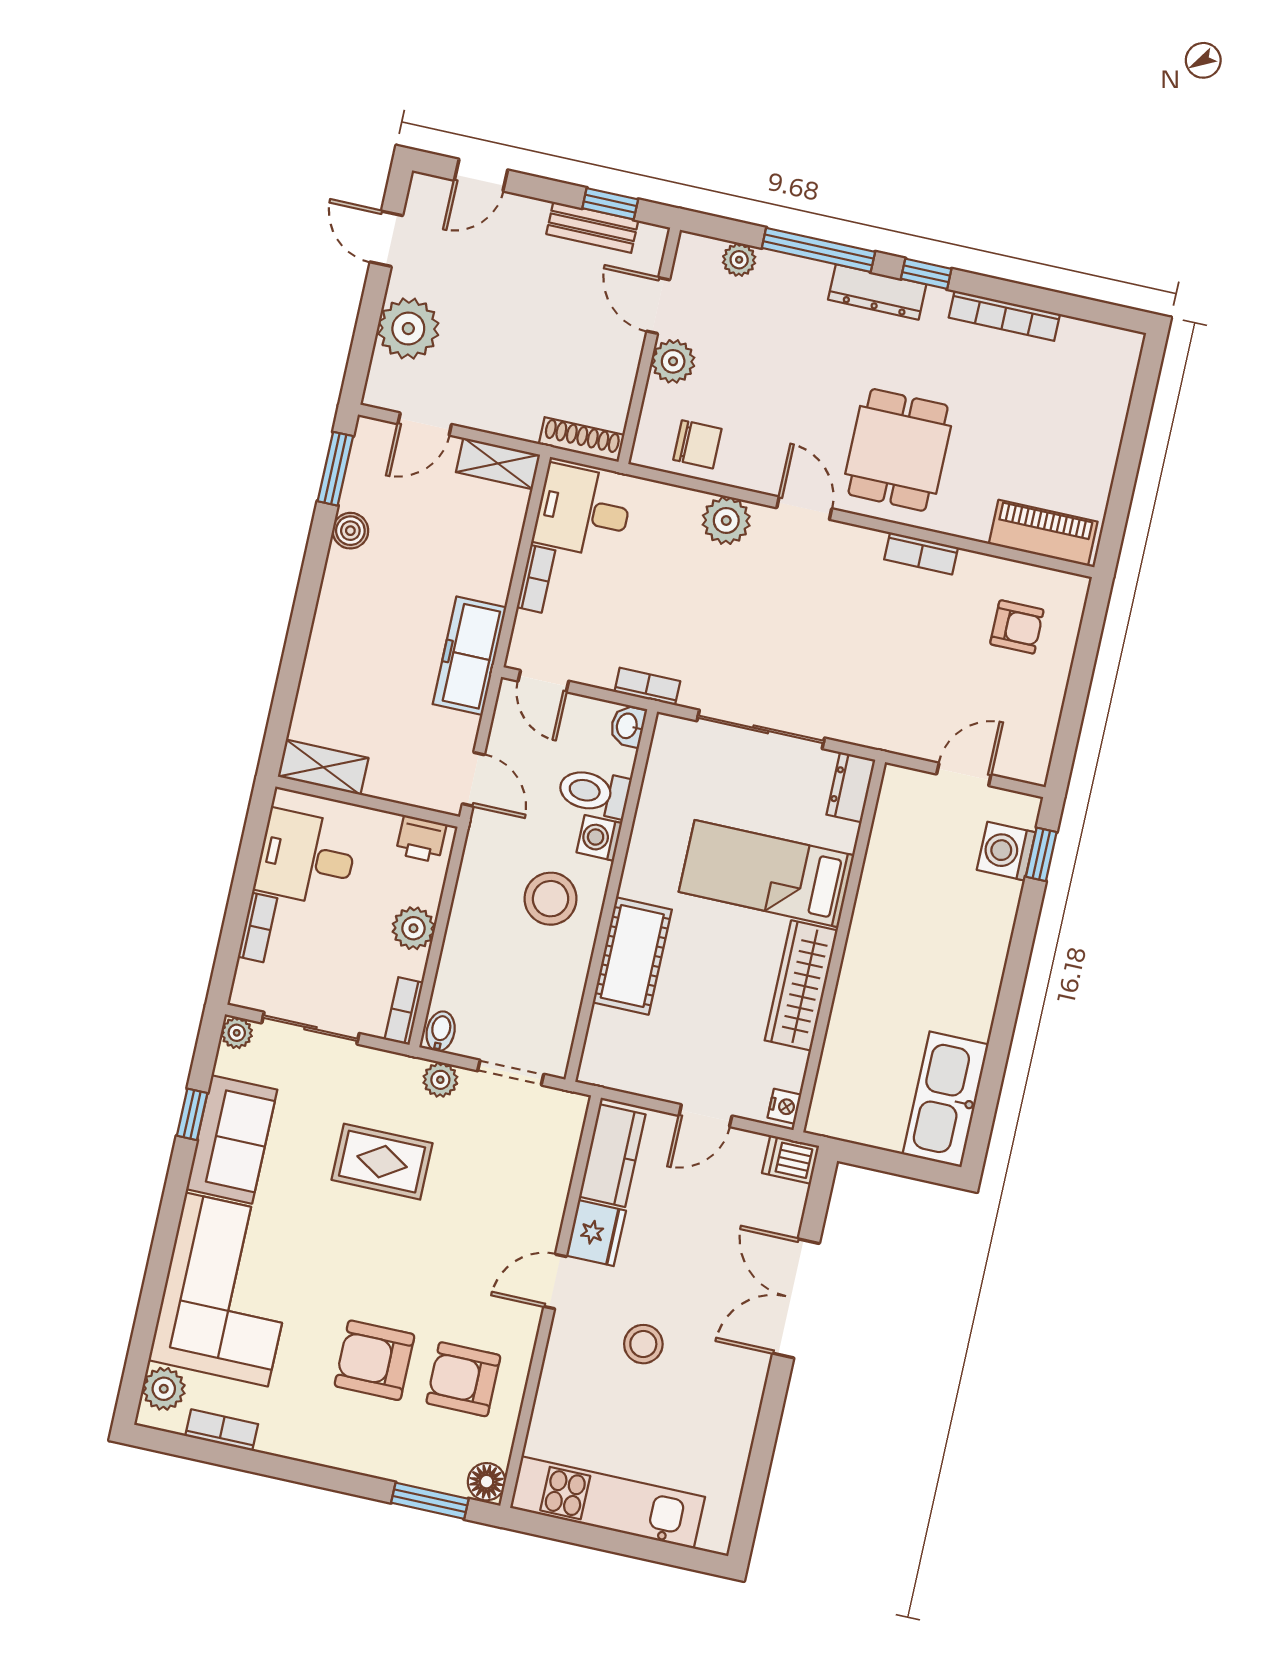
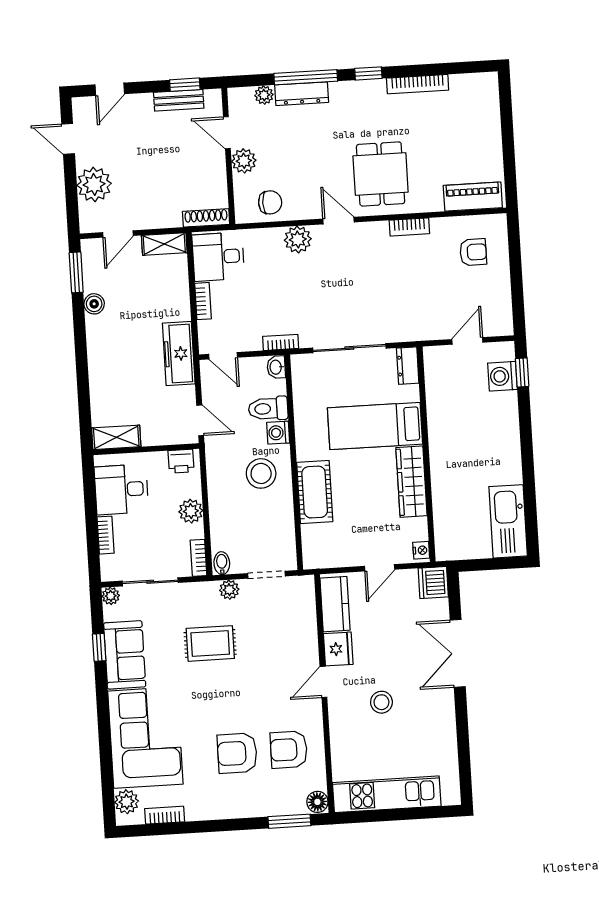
dresser: (877, 292) -> (302, 94), moved
dishwasher: (791, 1160) -> (433, 583), width x1.38

